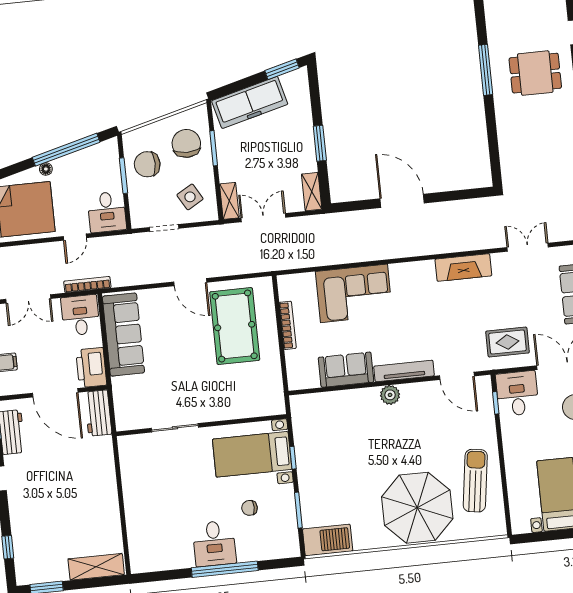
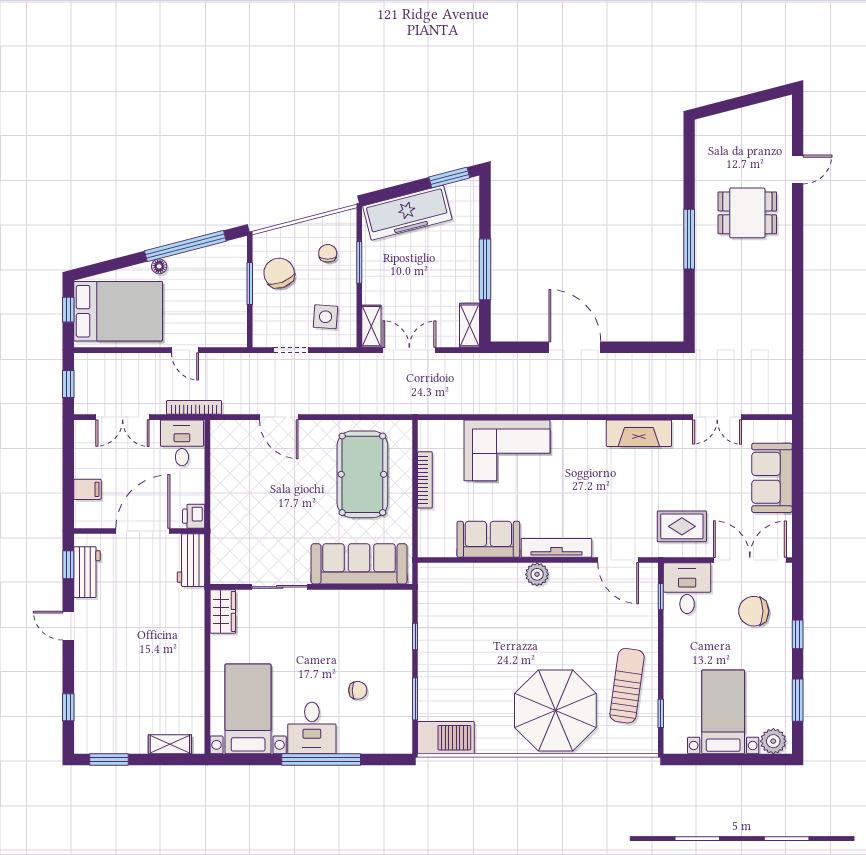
window: (486, 70) -> (689, 239), moved
chair: (186, 143) -> (328, 253), width x0.54, depth x0.54
window: (320, 143) -> (485, 269), width x1.44
chair: (147, 164) -> (279, 273), turned 69
side table: (190, 197) -> (326, 317), turned 34
desk: (107, 212) -> (226, 324), removed
door: (75, 237) -> (185, 350), hinge flipped
double door: (528, 247) -> (717, 417), swing flipped
door: (190, 282) -> (279, 417), moved
sofa: (123, 335) -> (359, 564), moved, turned -90
printer: (91, 368) -> (194, 516), width x0.53, depth x0.68
door: (55, 393) -> (143, 531), swing flipped
wardrobe: (129, 453) -> (223, 611), added
bed with nightstands: (252, 454) -> (248, 709), moved, turned 90
window: (506, 501) -> (661, 713), added
chair: (250, 508) -> (358, 690), turned 180
shelving: (96, 567) -> (170, 744), width x0.67, depth x0.75

